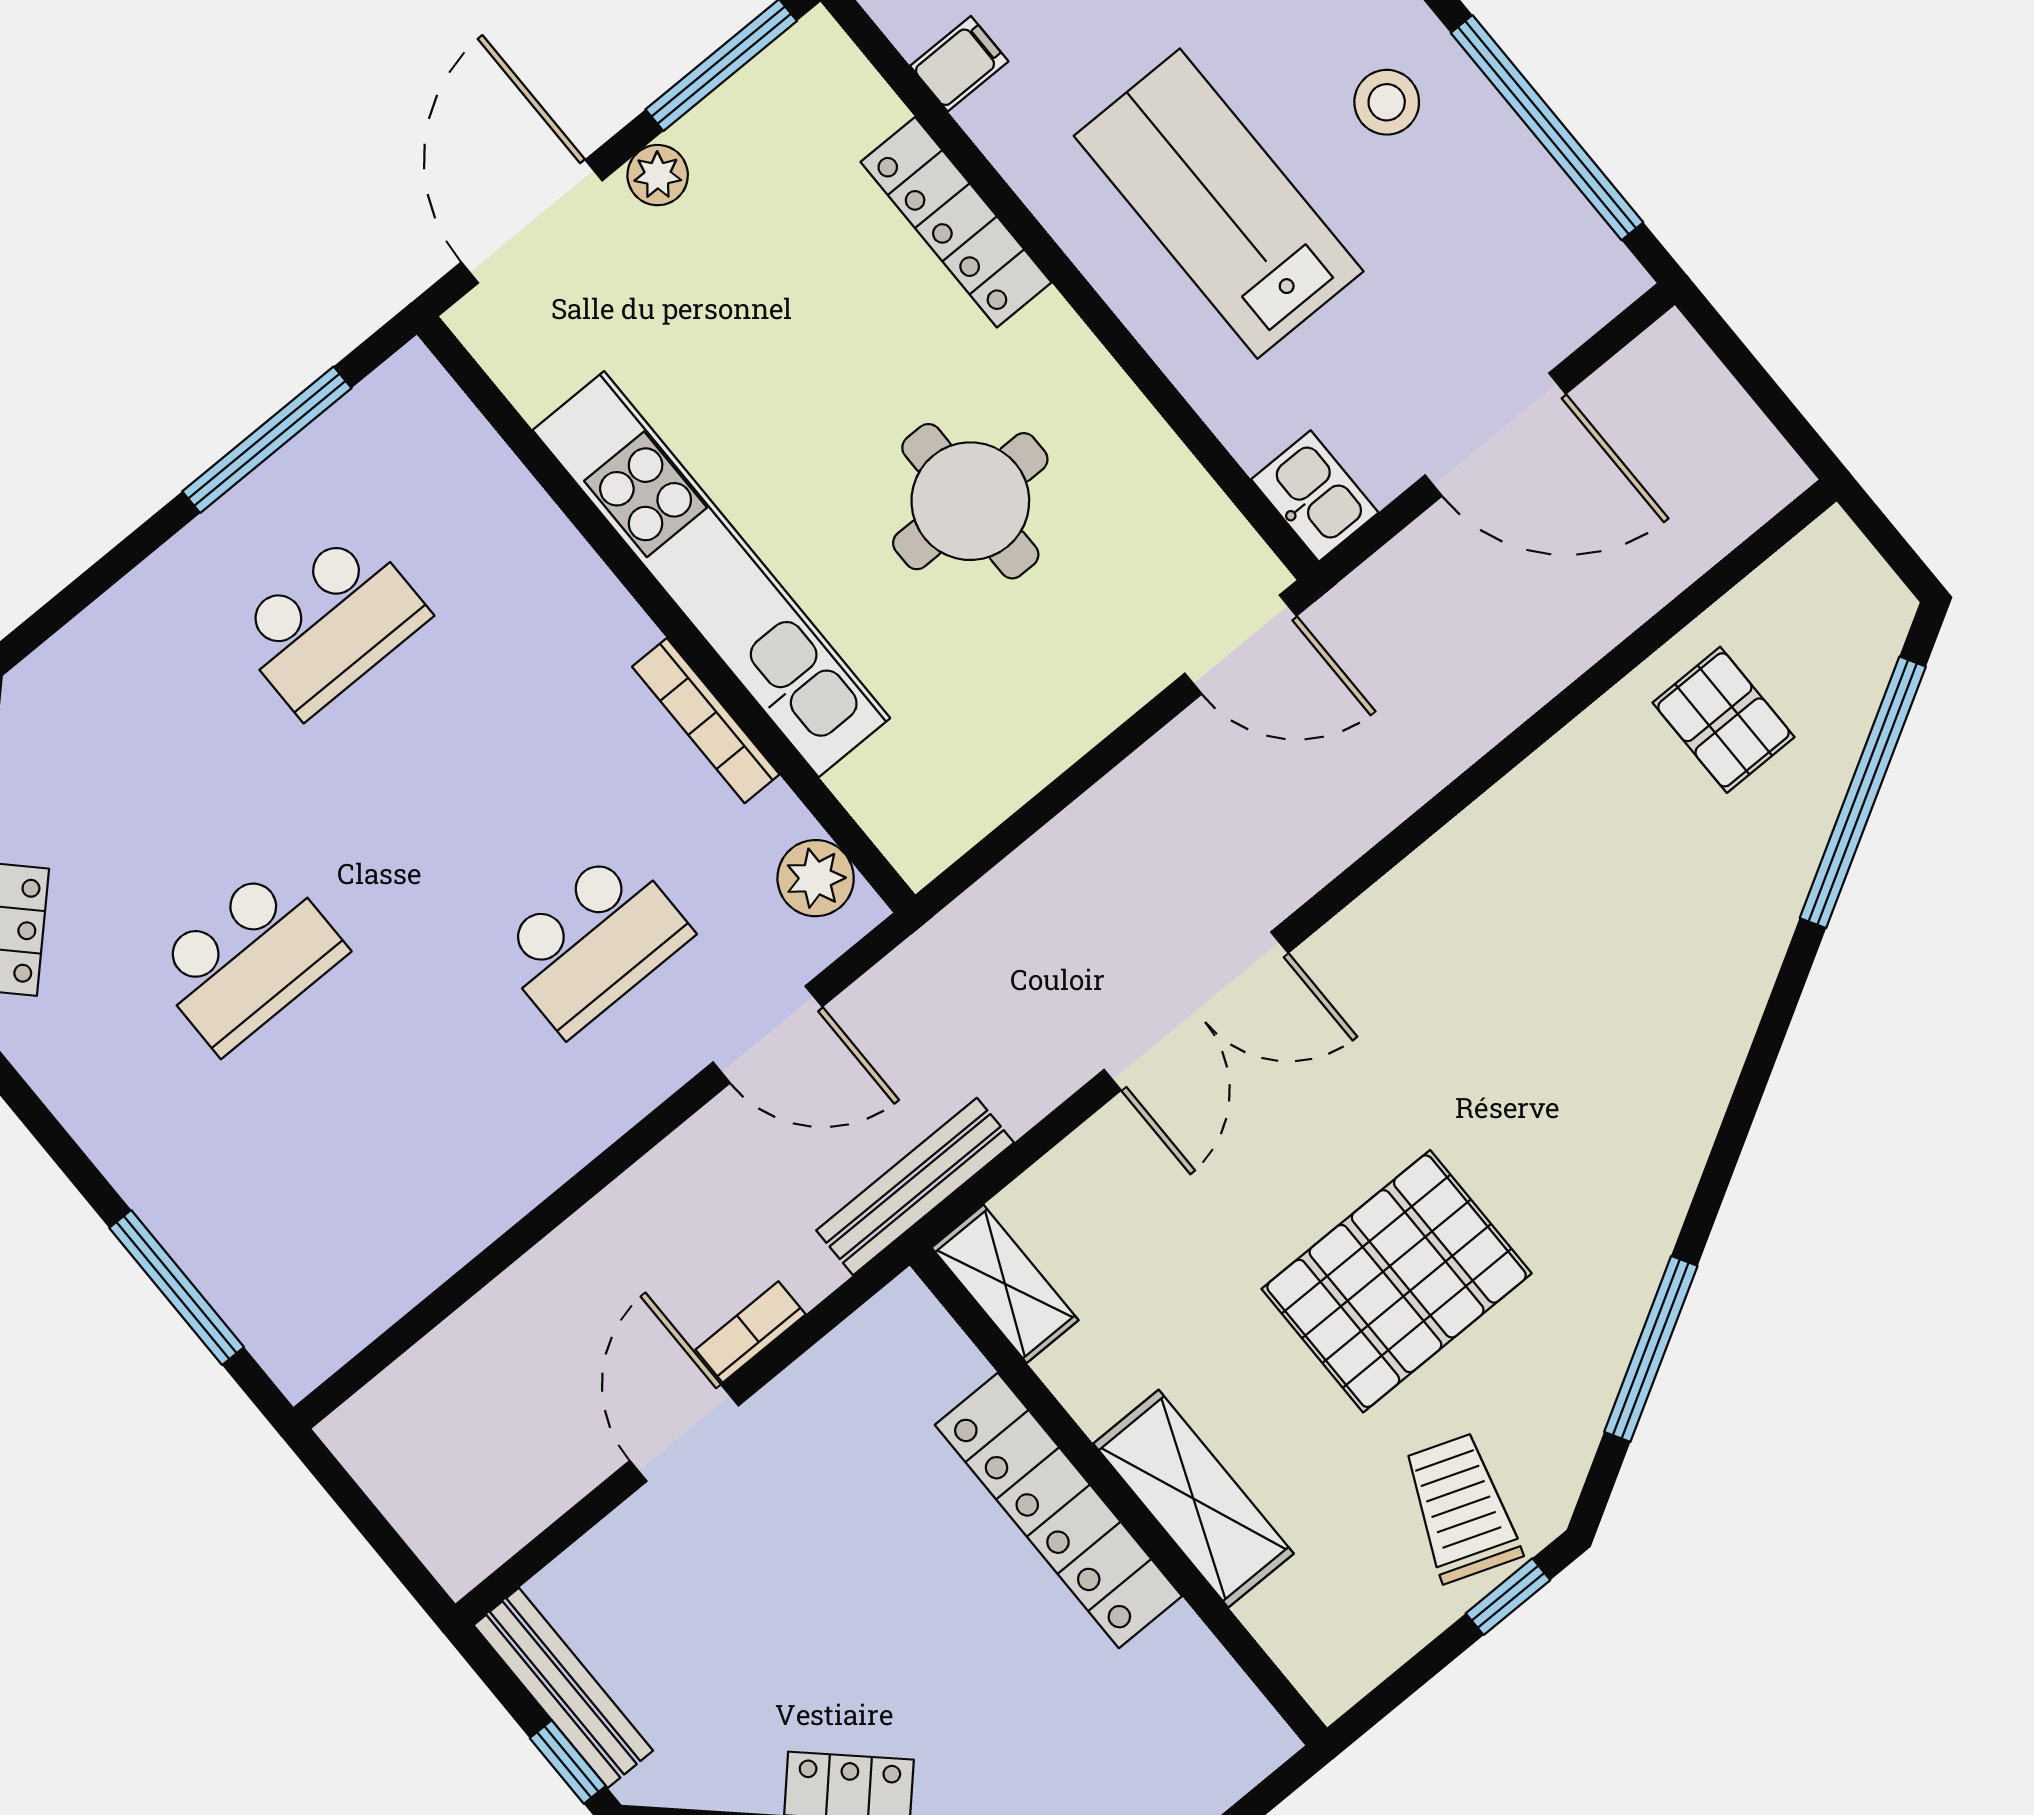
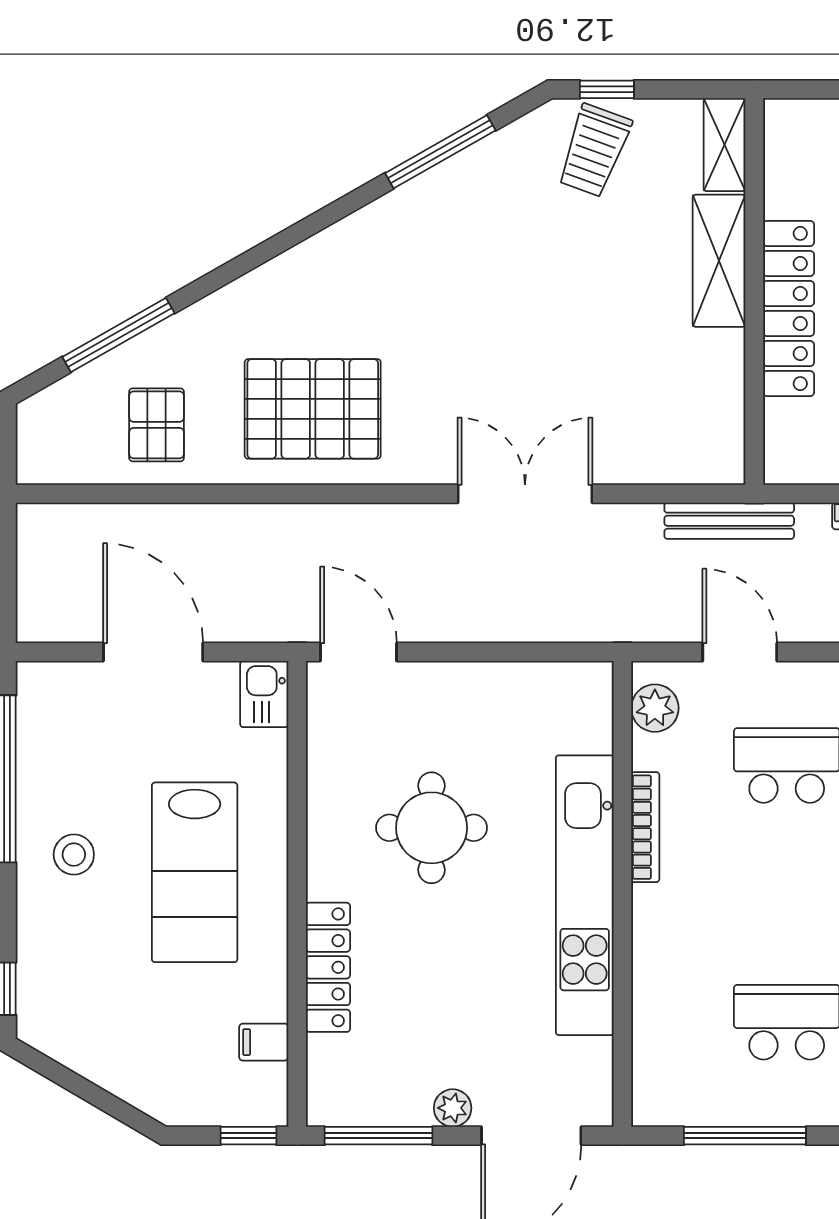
window: (1863, 792) -> (118, 335), width x0.68
pallet: (1397, 1281) -> (313, 409), moved
shelving: (1005, 1284) -> (725, 145), moved

